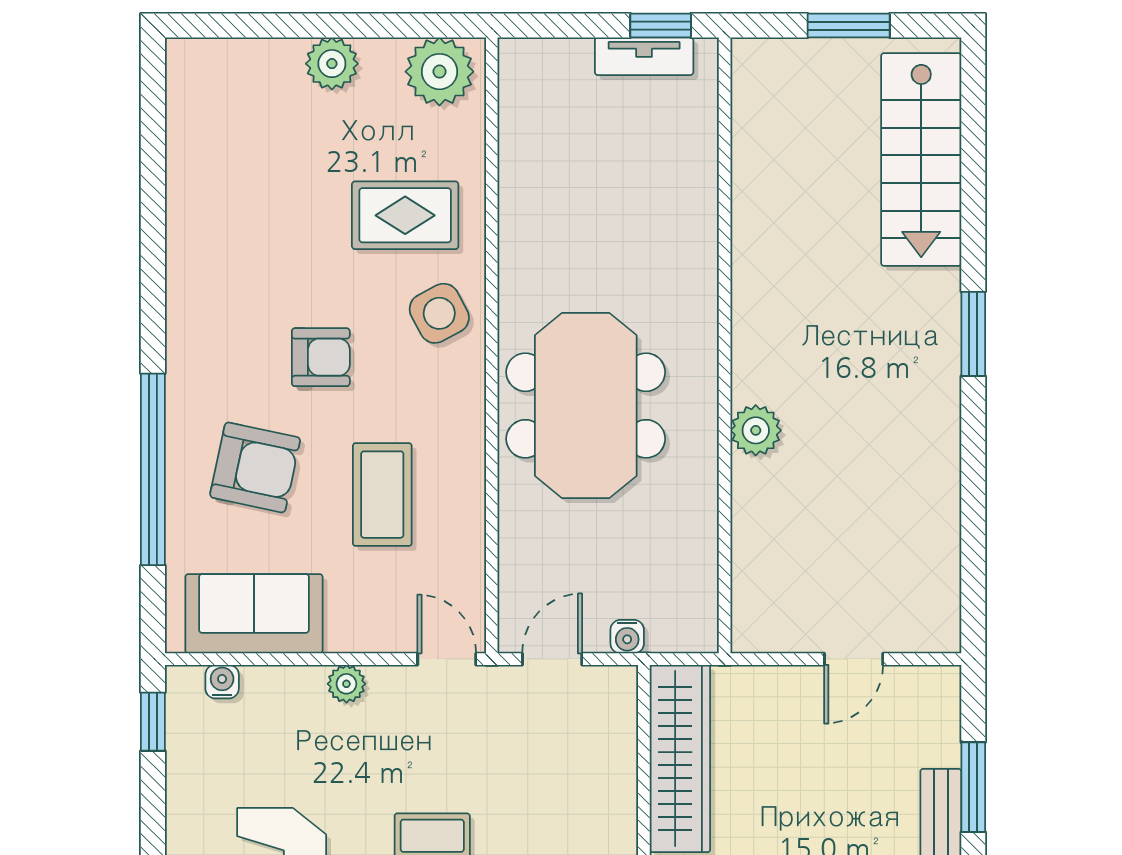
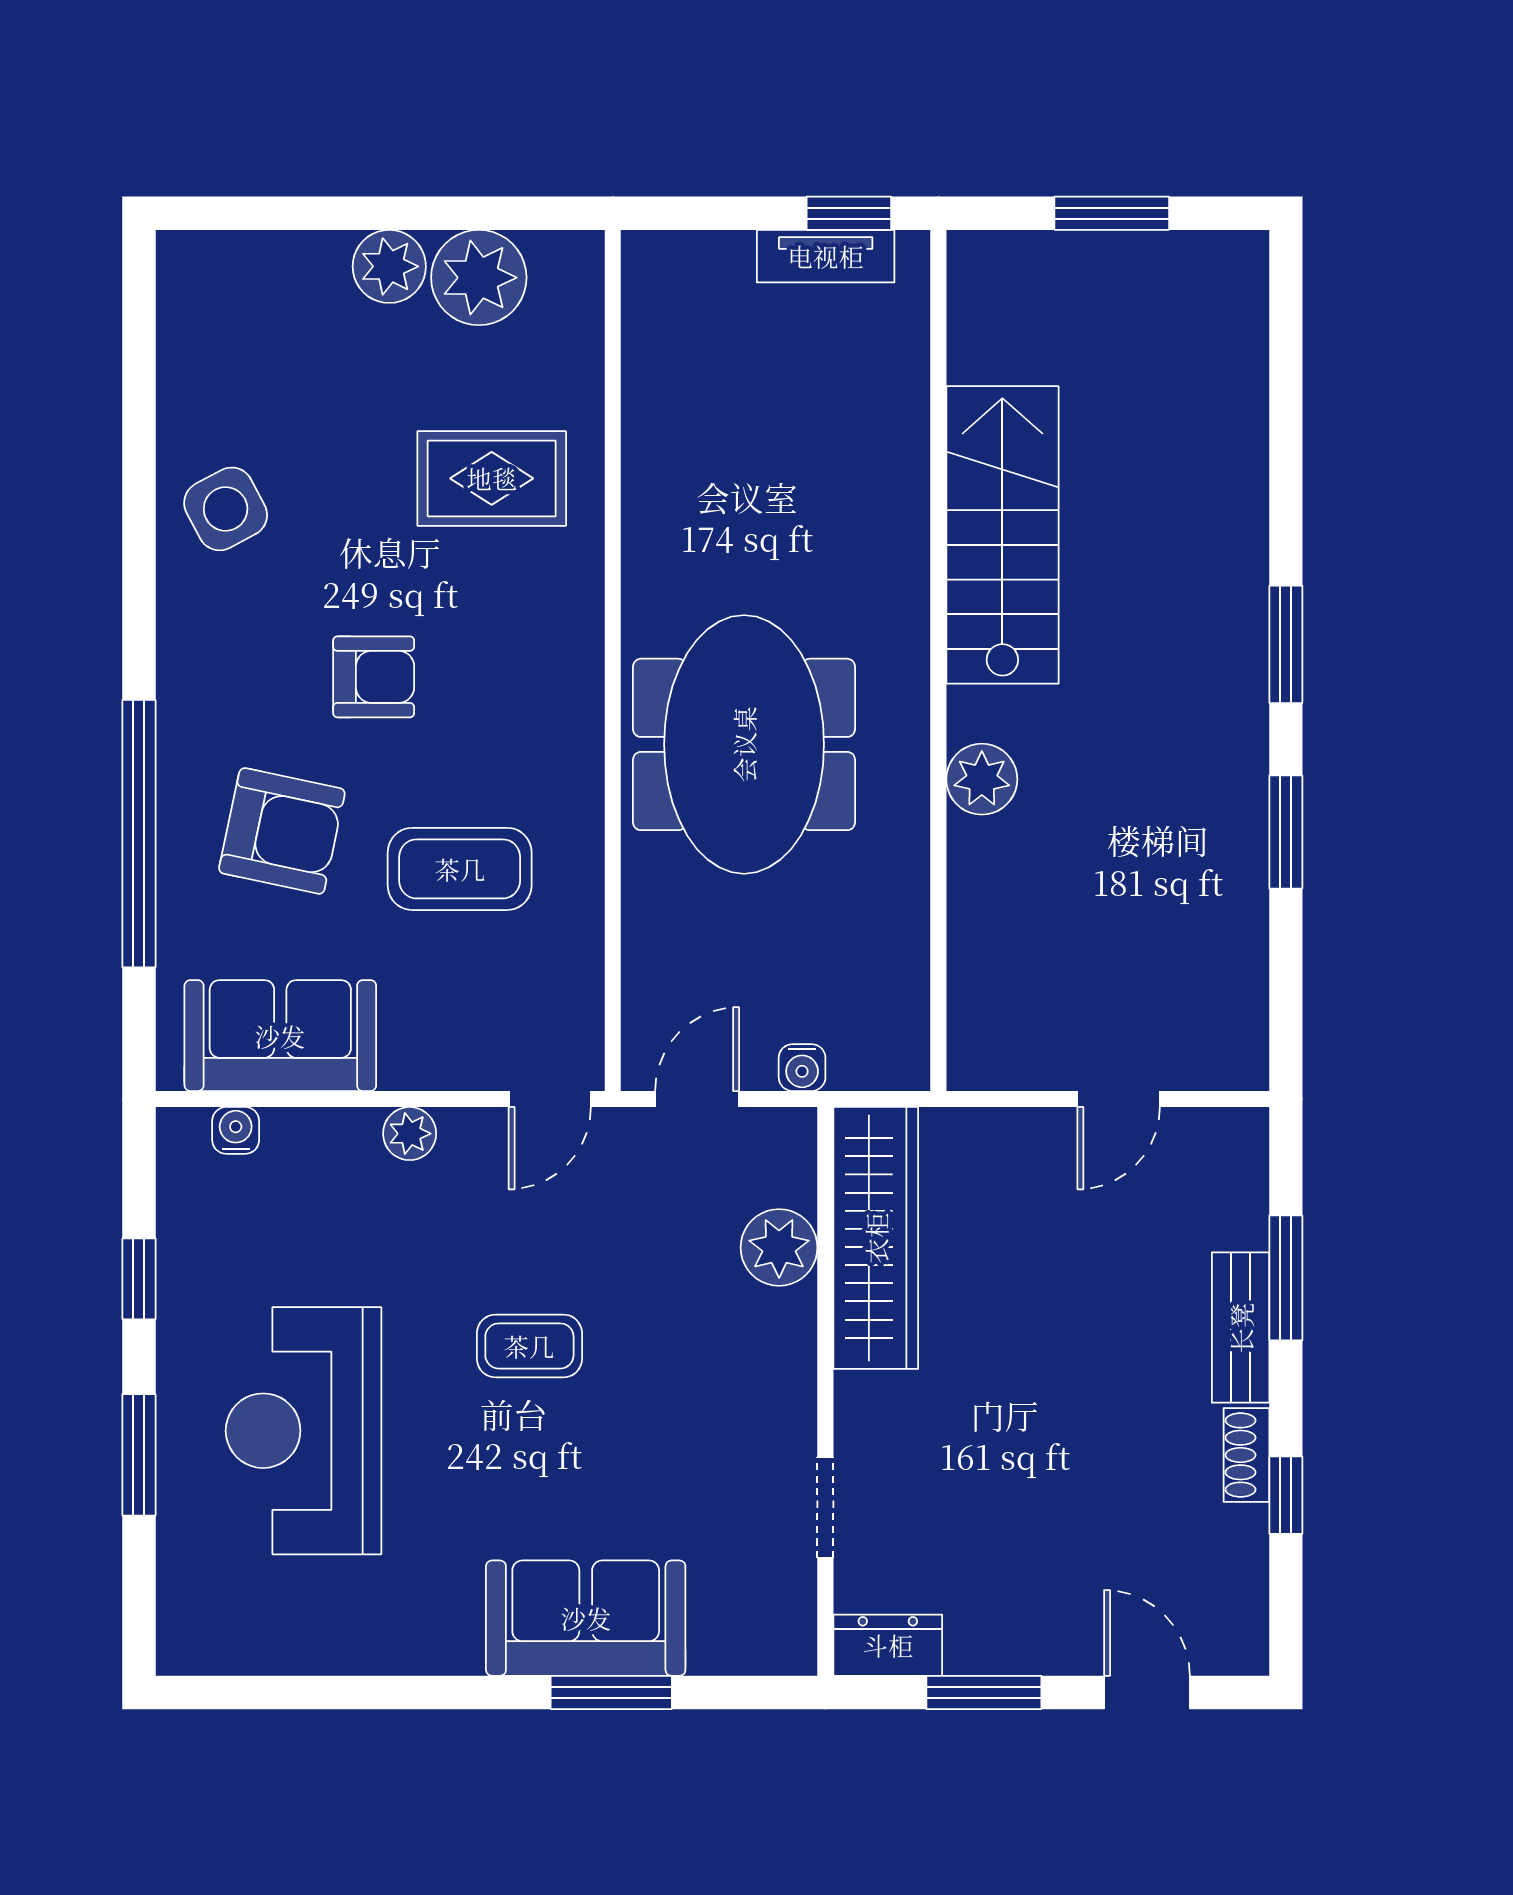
plant: (439, 72) -> (479, 278), moved
stairs: (921, 160) -> (1002, 535), moved, turned 180
side table: (439, 313) -> (226, 509), moved
window: (973, 468) -> (1286, 832), added
coffee table: (382, 495) -> (460, 869), turned 90
door: (447, 659) -> (550, 1099), swing flipped
window: (153, 722) -> (139, 1279), moved
plant: (611, 765) -> (779, 1247), added

